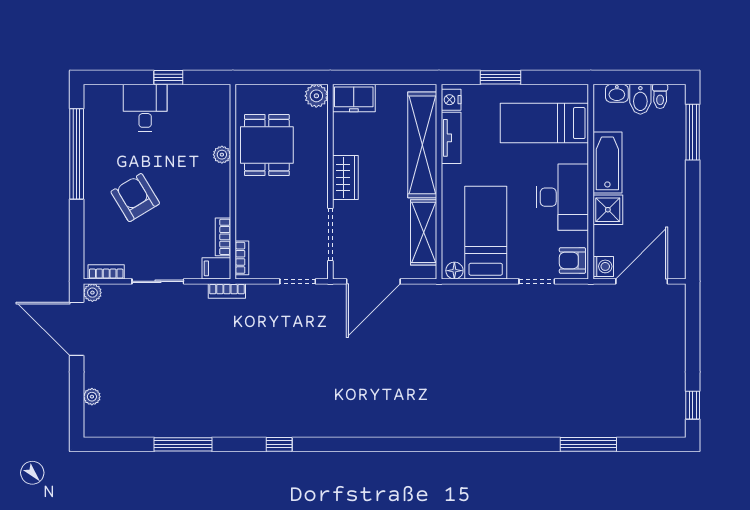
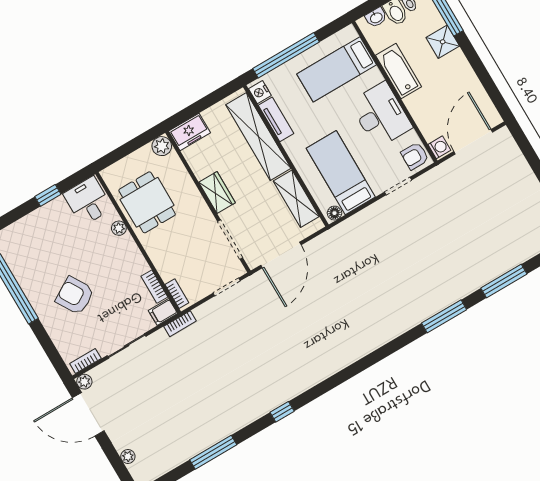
window: (501, 77) -> (286, 55), width x2.11
desk: (145, 108) -> (88, 201), moved
shower: (608, 210) -> (443, 42), moved
window: (505, 444) -> (444, 316), added

